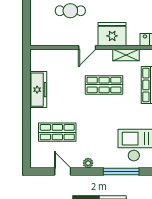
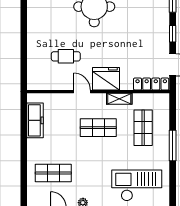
door: (87, 47) -> (82, 92), swing flipped
freezer: (38, 90) -> (35, 120), moved

